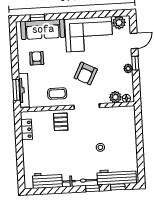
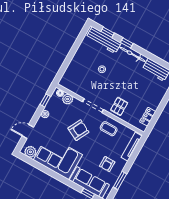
window: (135, 63) -> (45, 100), moved
window: (16, 90) -> (120, 181), moved

